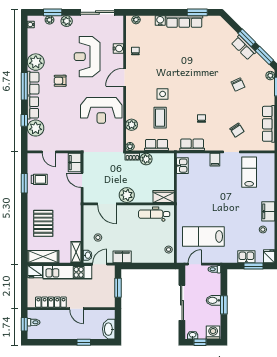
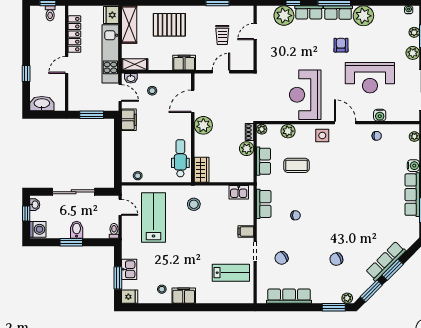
row of seats: (244, 48) -> (386, 261), width x1.48
reception desk: (87, 57) -> (370, 78), turned 180
side table: (163, 94) -> (322, 135), moved
filing cabinet: (75, 163) -> (184, 63), moved
trolley: (39, 179) -> (222, 35), moved
stool: (192, 203) -> (194, 204), added

